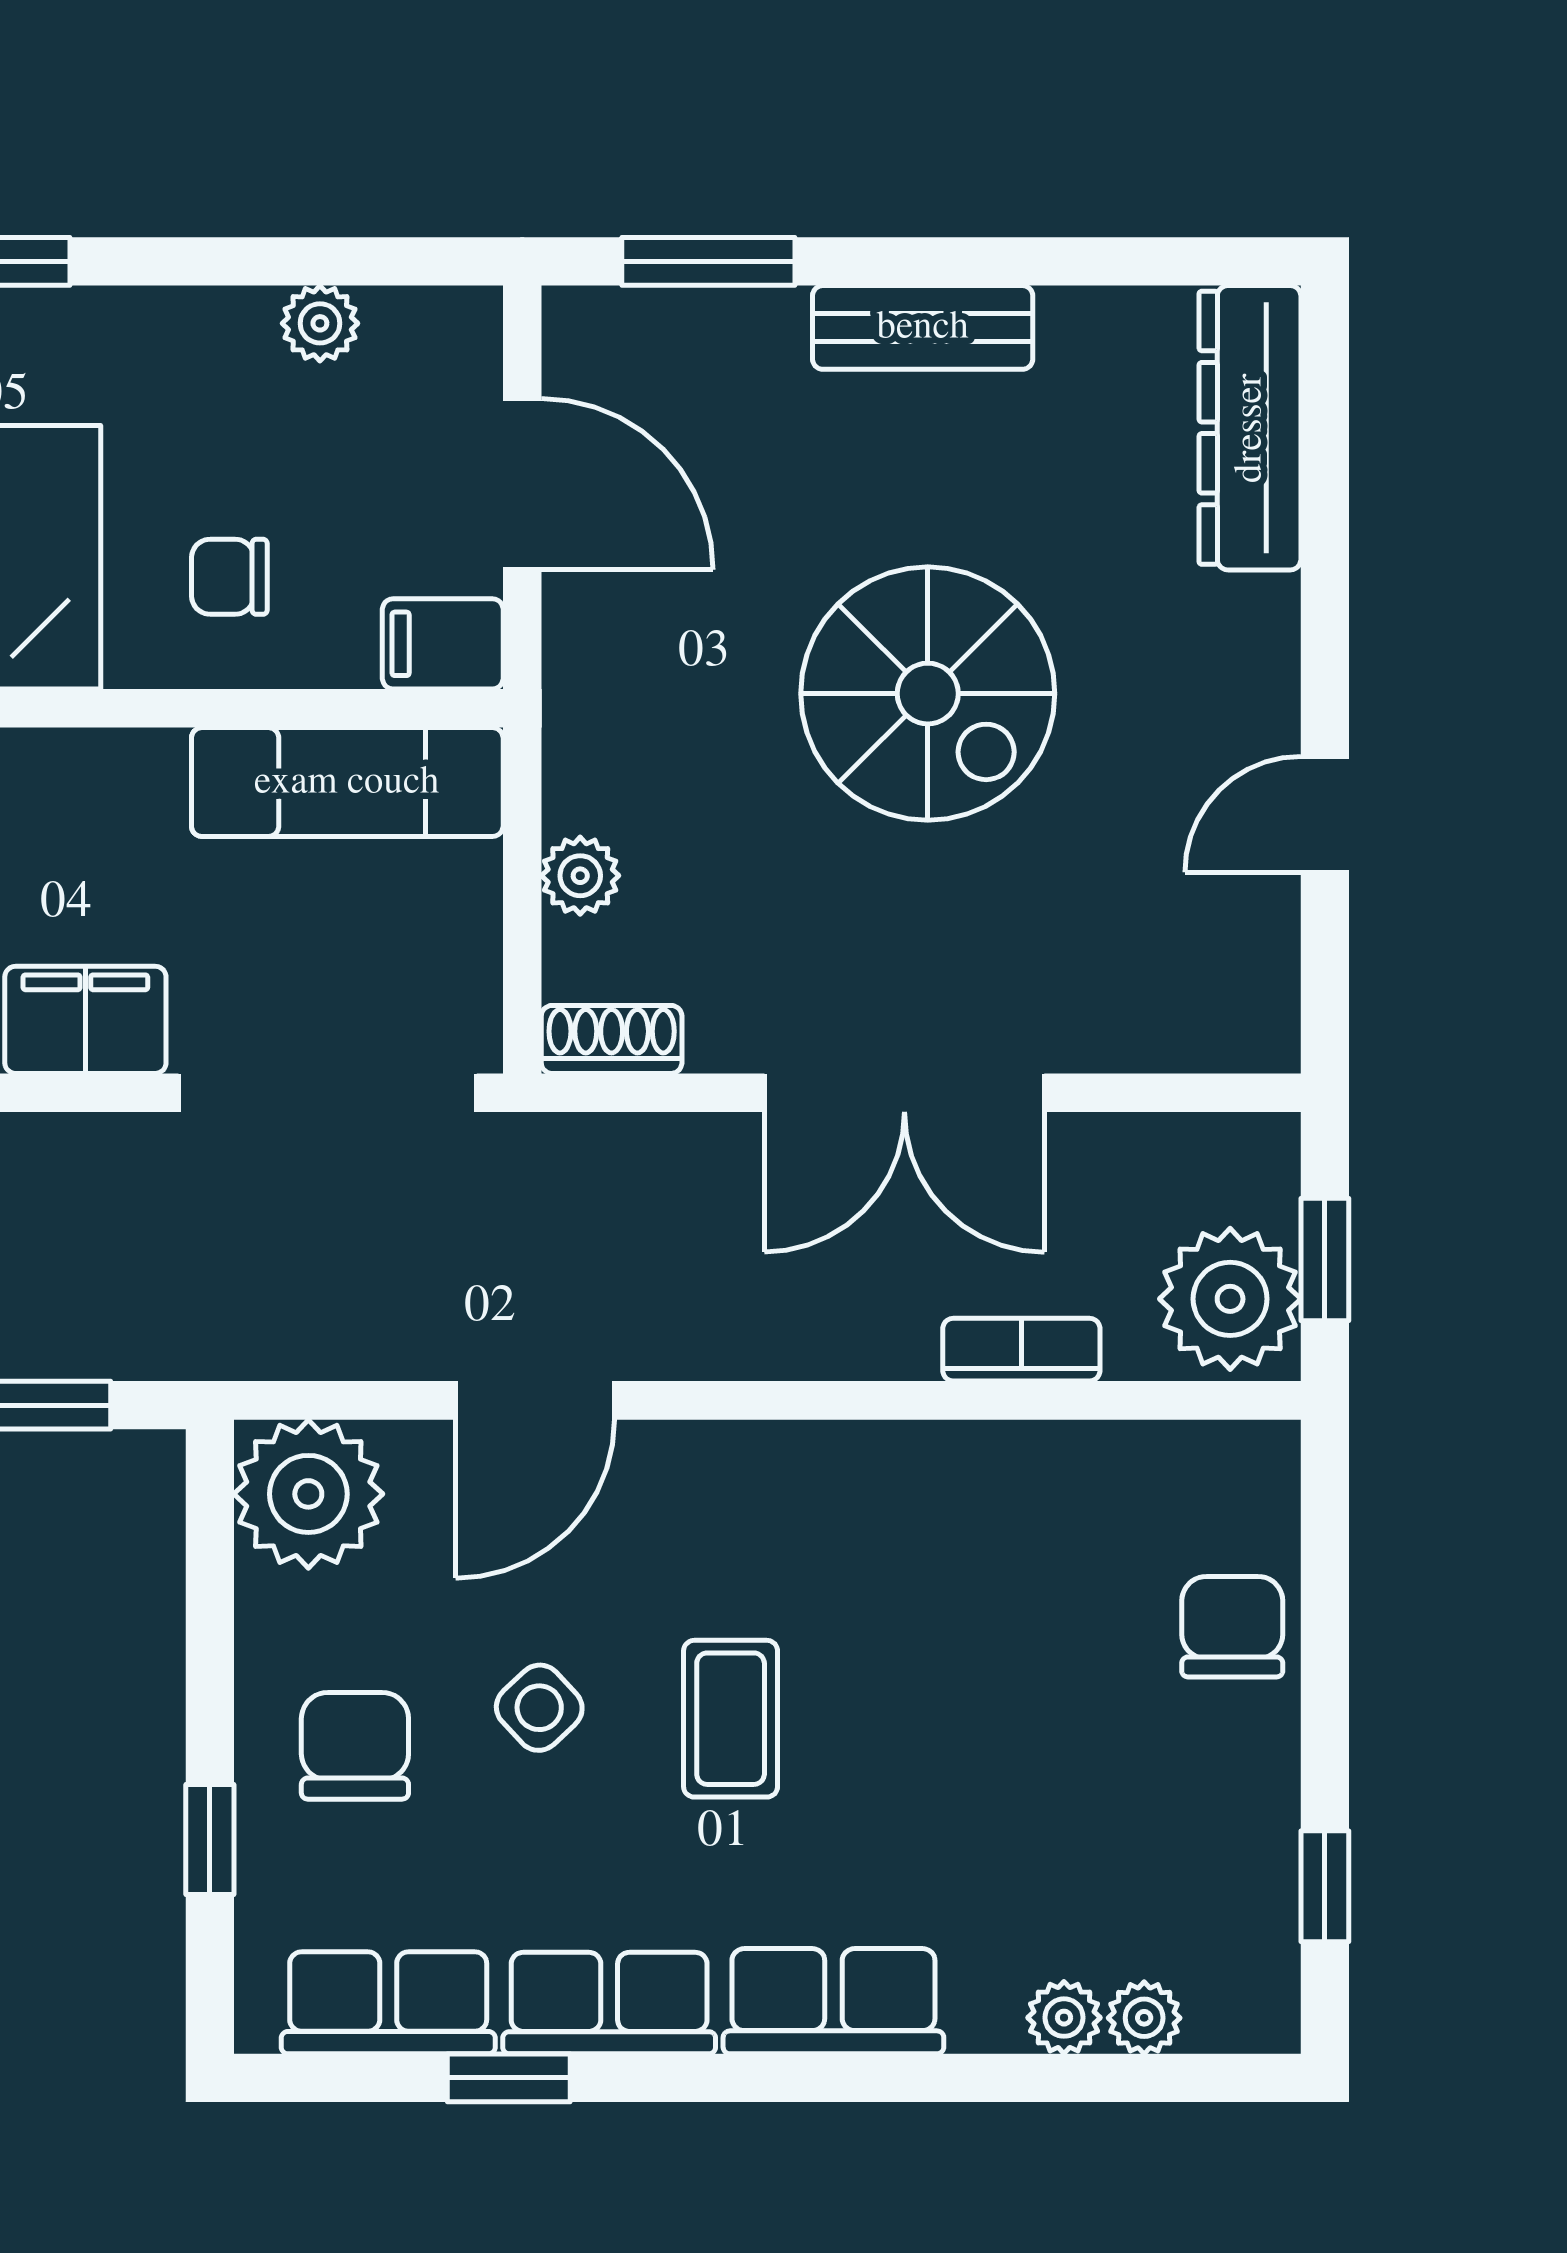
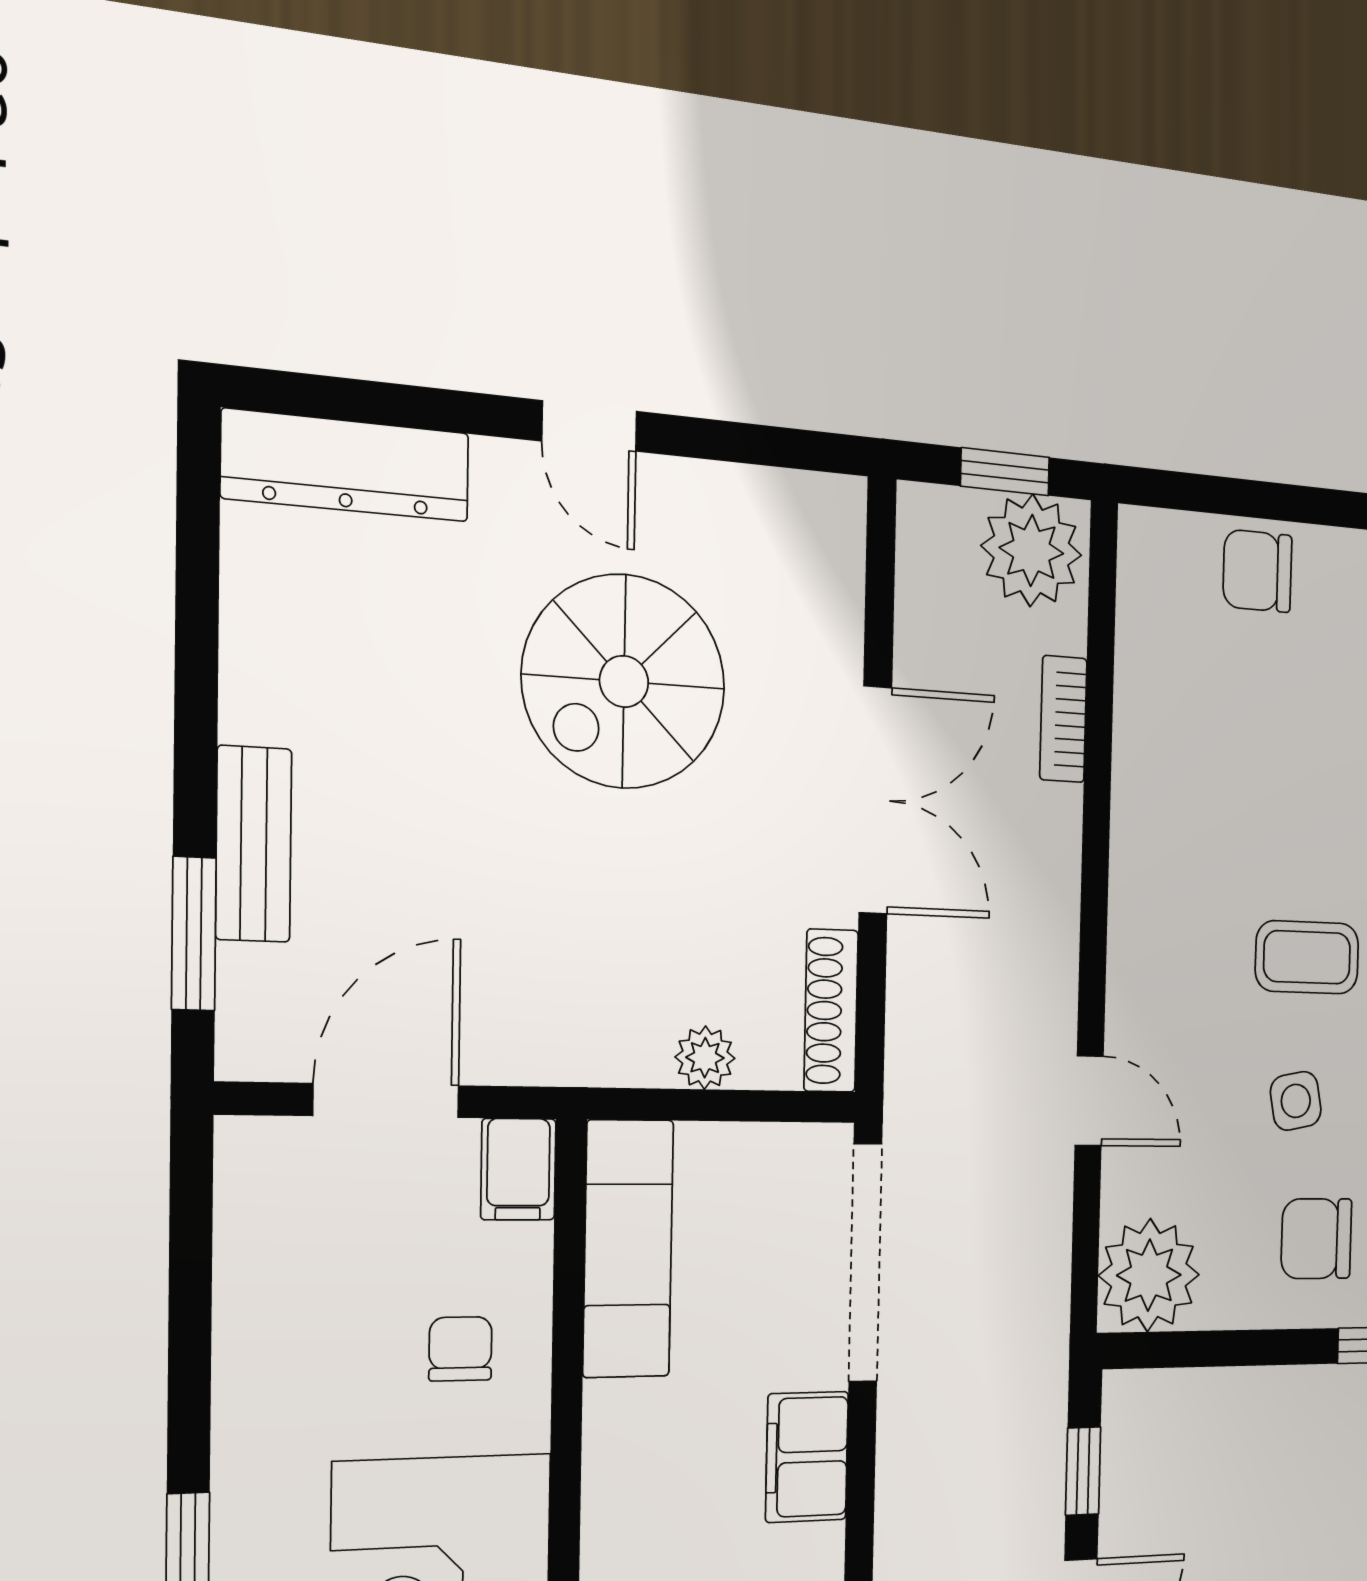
plant: (320, 323) -> (245, 1275), removed
bench: (923, 327) -> (254, 844), moved
chair: (229, 577) -> (460, 1349), turned 180
spiral stairs: (928, 694) -> (624, 681), moved, turned 180
door: (1325, 814) -> (589, 426), moved
shoe rack: (612, 1039) -> (831, 1011), width x1.43
door: (535, 1400) -> (1089, 1101), width x0.73
side table: (539, 1708) -> (1296, 1101), turned 32

